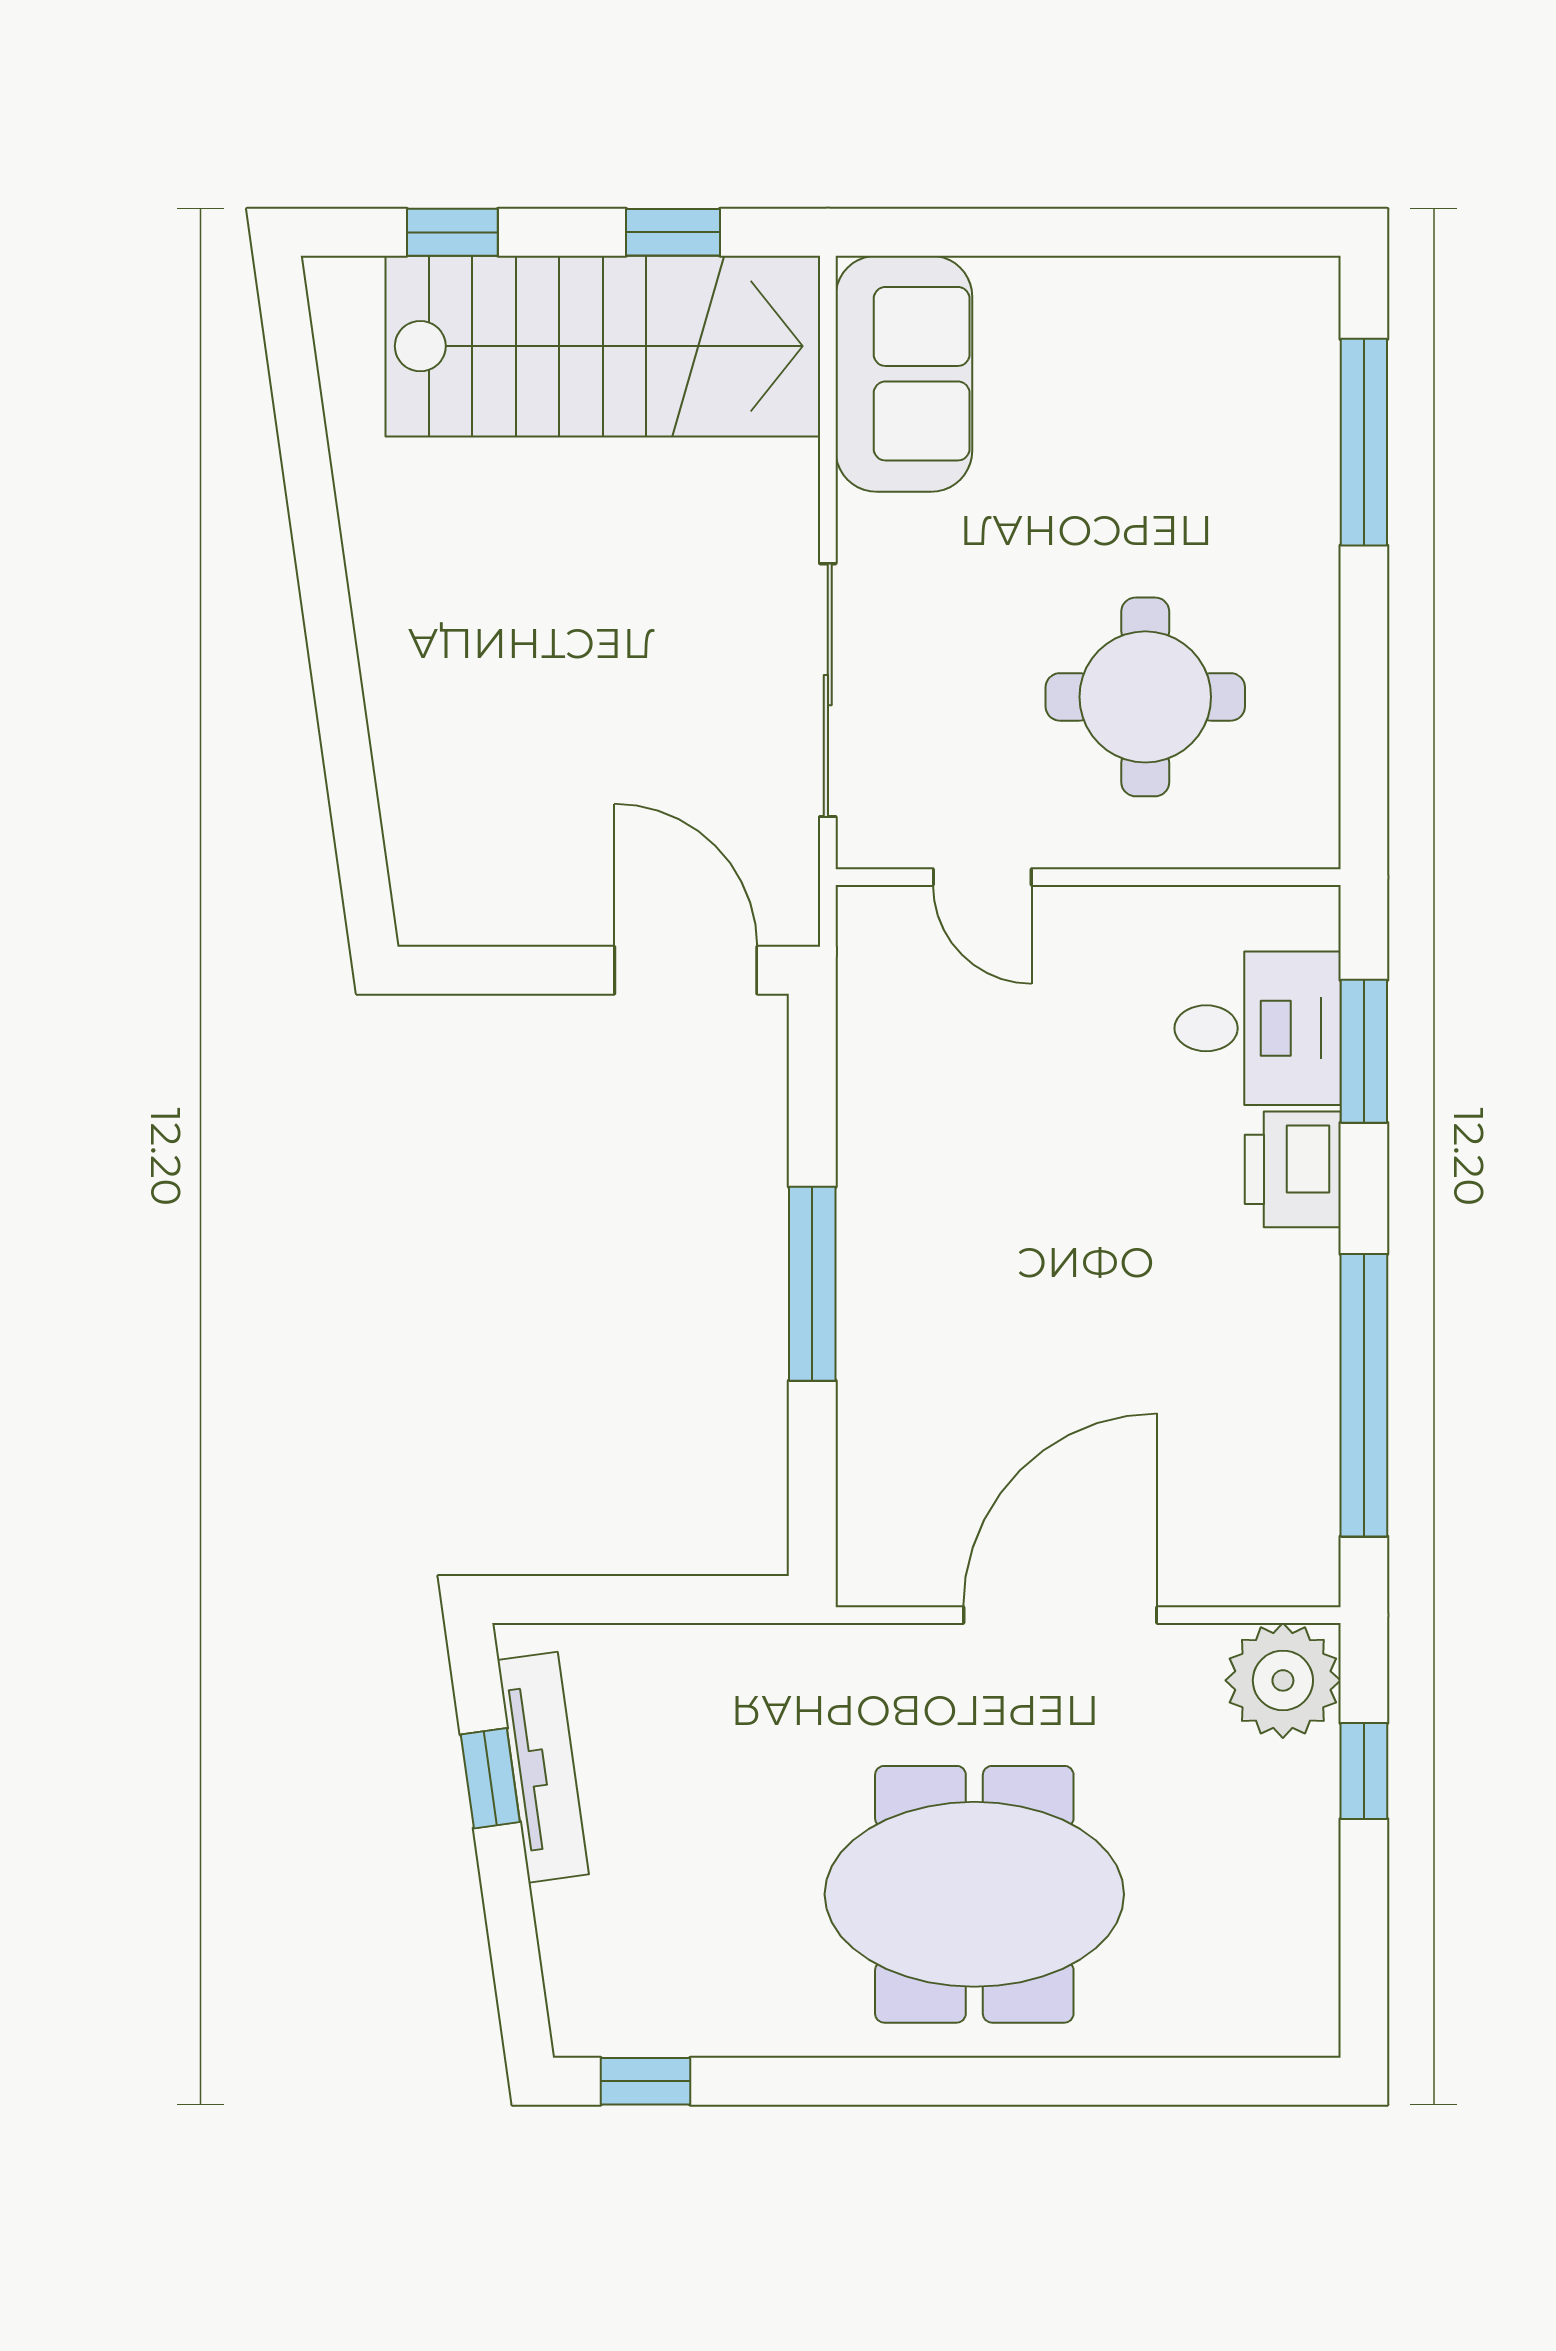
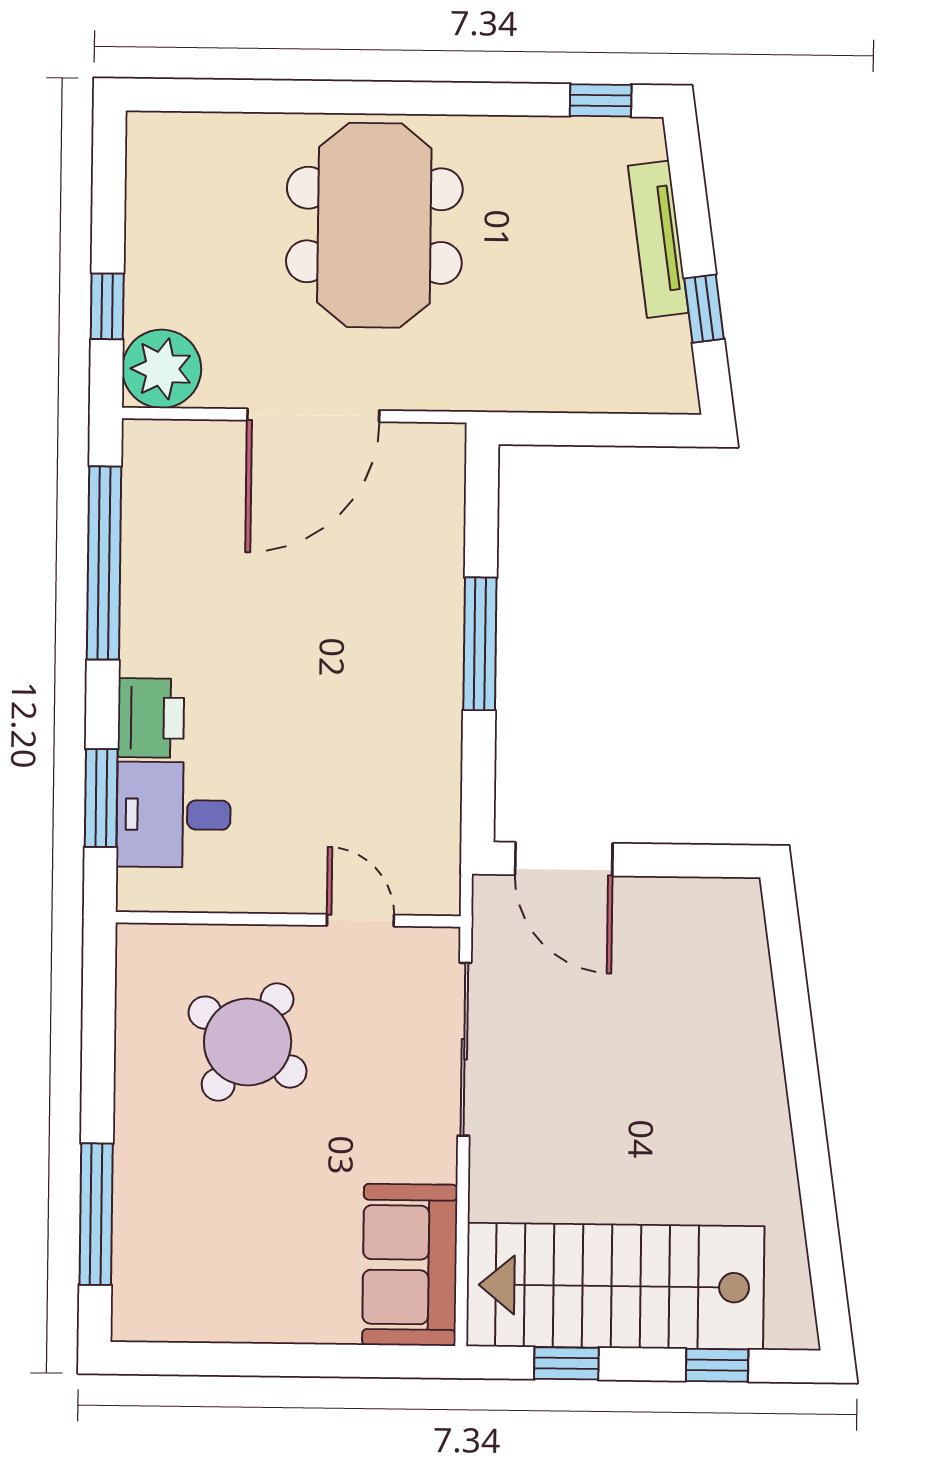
round table: (1145, 697) -> (248, 1042), turned 34
tv unit: (543, 1767) -> (658, 239), moved
meeting table: (974, 1894) -> (374, 225), turned 90

